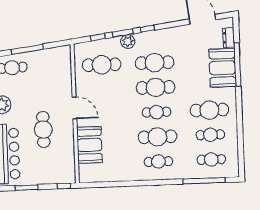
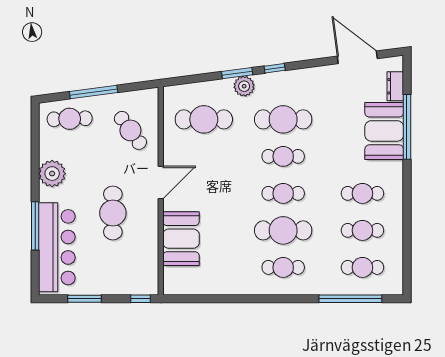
window: (98, 37) -> (200, 78), removed
cafe table: (53, 74) -> (130, 130), added
cafe table: (156, 87) -> (283, 156), width x0.73, depth x0.74
door: (74, 108) -> (161, 182), hinge flipped
cafe table: (209, 110) -> (362, 193), width x0.73, depth x0.74

